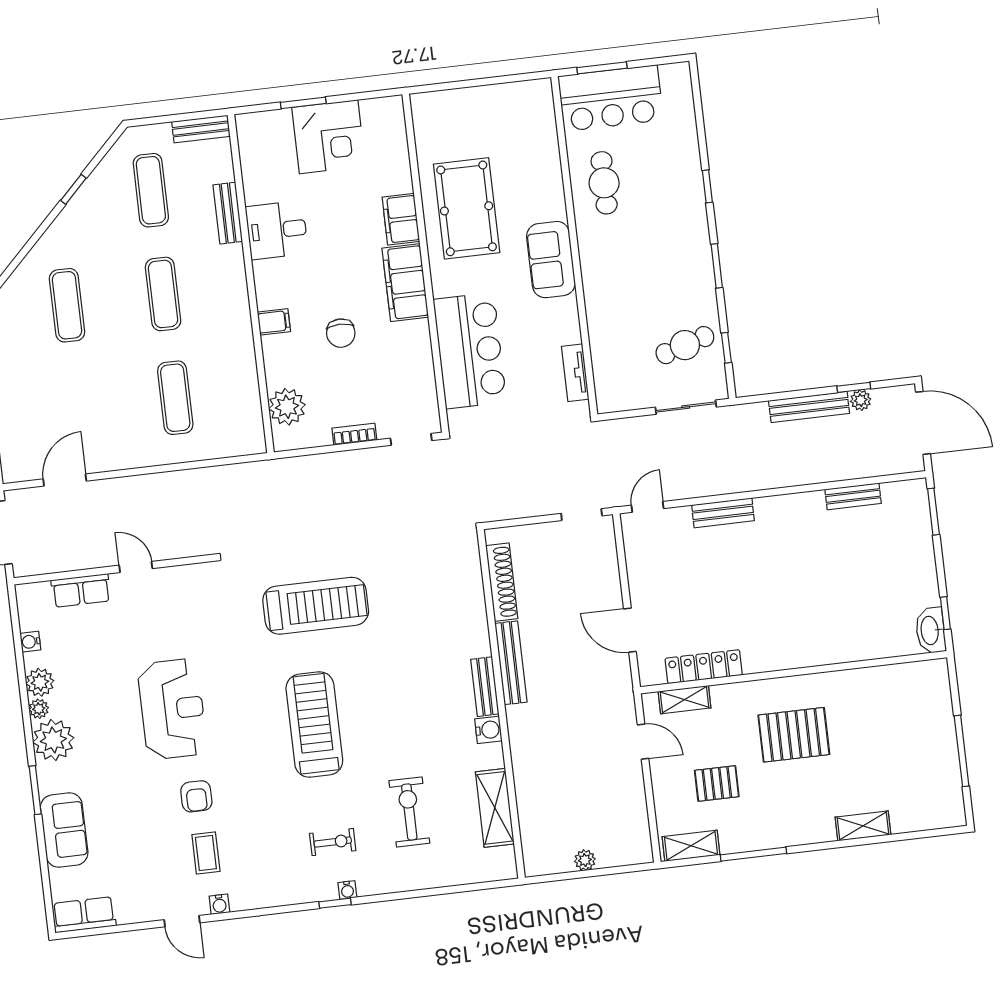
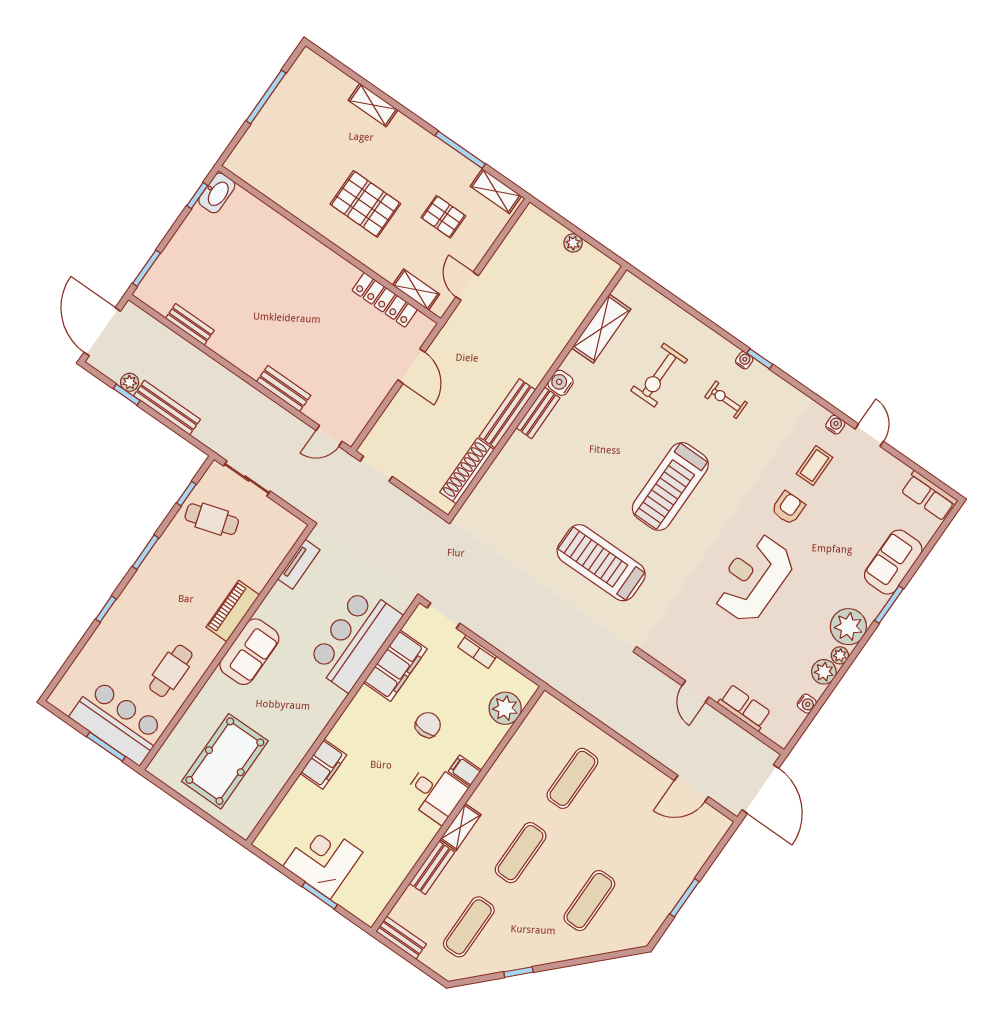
pool table: (467, 208) -> (225, 761), moved
desk: (277, 230) -> (435, 793), moved
shelving: (234, 270) -> (461, 827), added
piano: (597, 282) -> (233, 611), added
filing cabinet: (405, 283) -> (395, 666), moved

